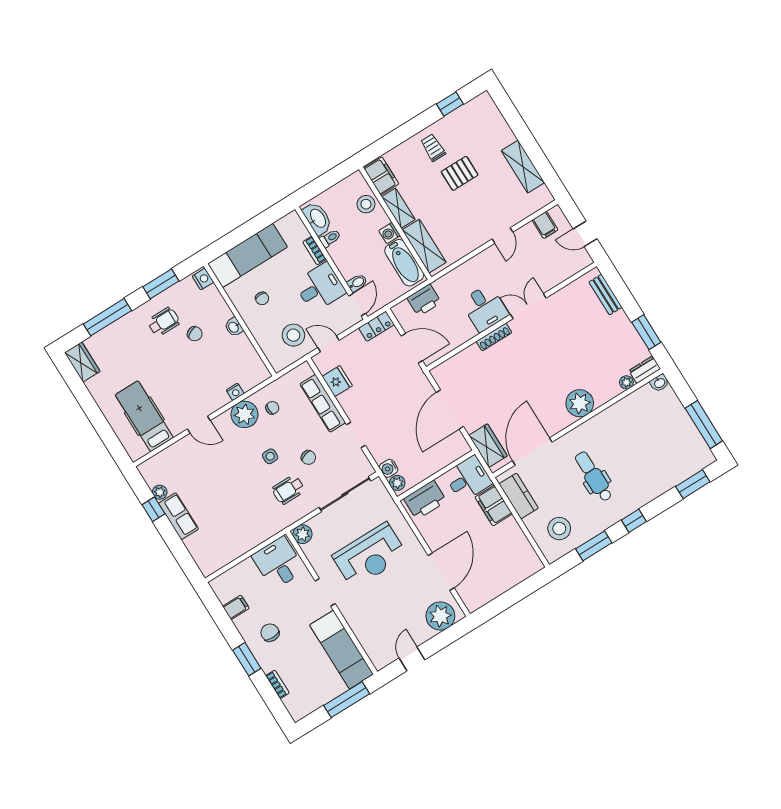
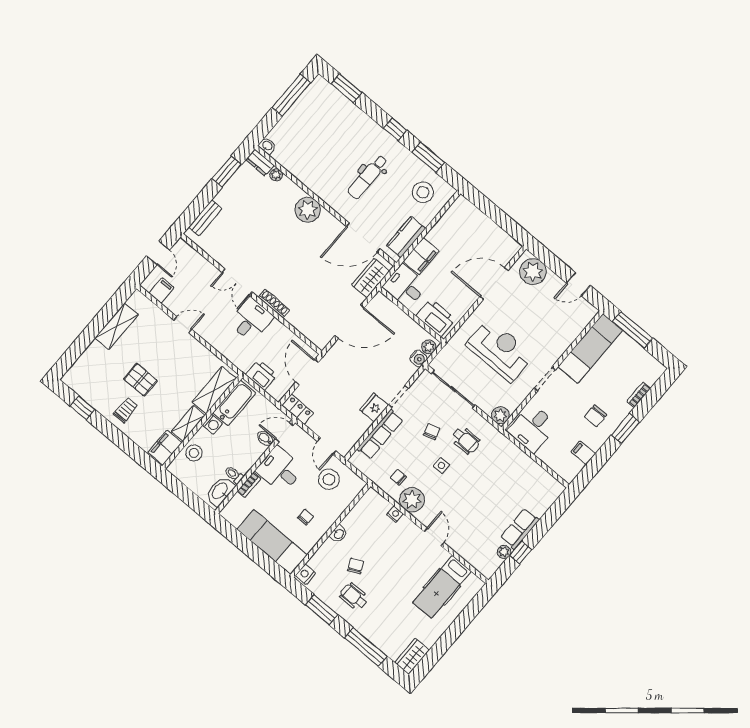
trolley: (433, 148) -> (126, 410), turned 180
fridge: (337, 381) -> (374, 407), moved

